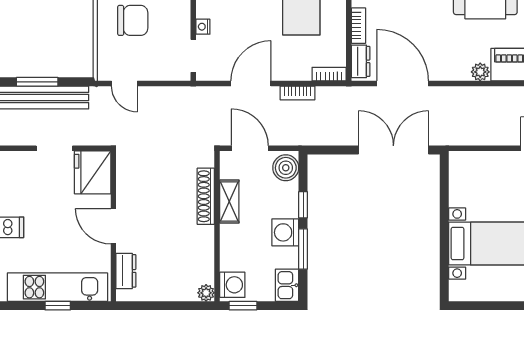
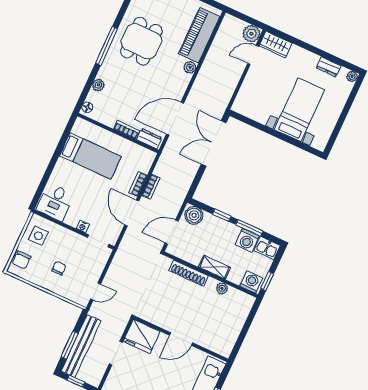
chair: (133, 20) -> (59, 268), width x0.54, depth x0.54
bookcase: (329, 74) -> (138, 184), moved
shelving: (229, 202) -> (215, 267), moved
washing machine: (285, 232) -> (247, 240), moved
dresser: (126, 271) -> (212, 344), removed
plant: (206, 293) -> (222, 288), moved

